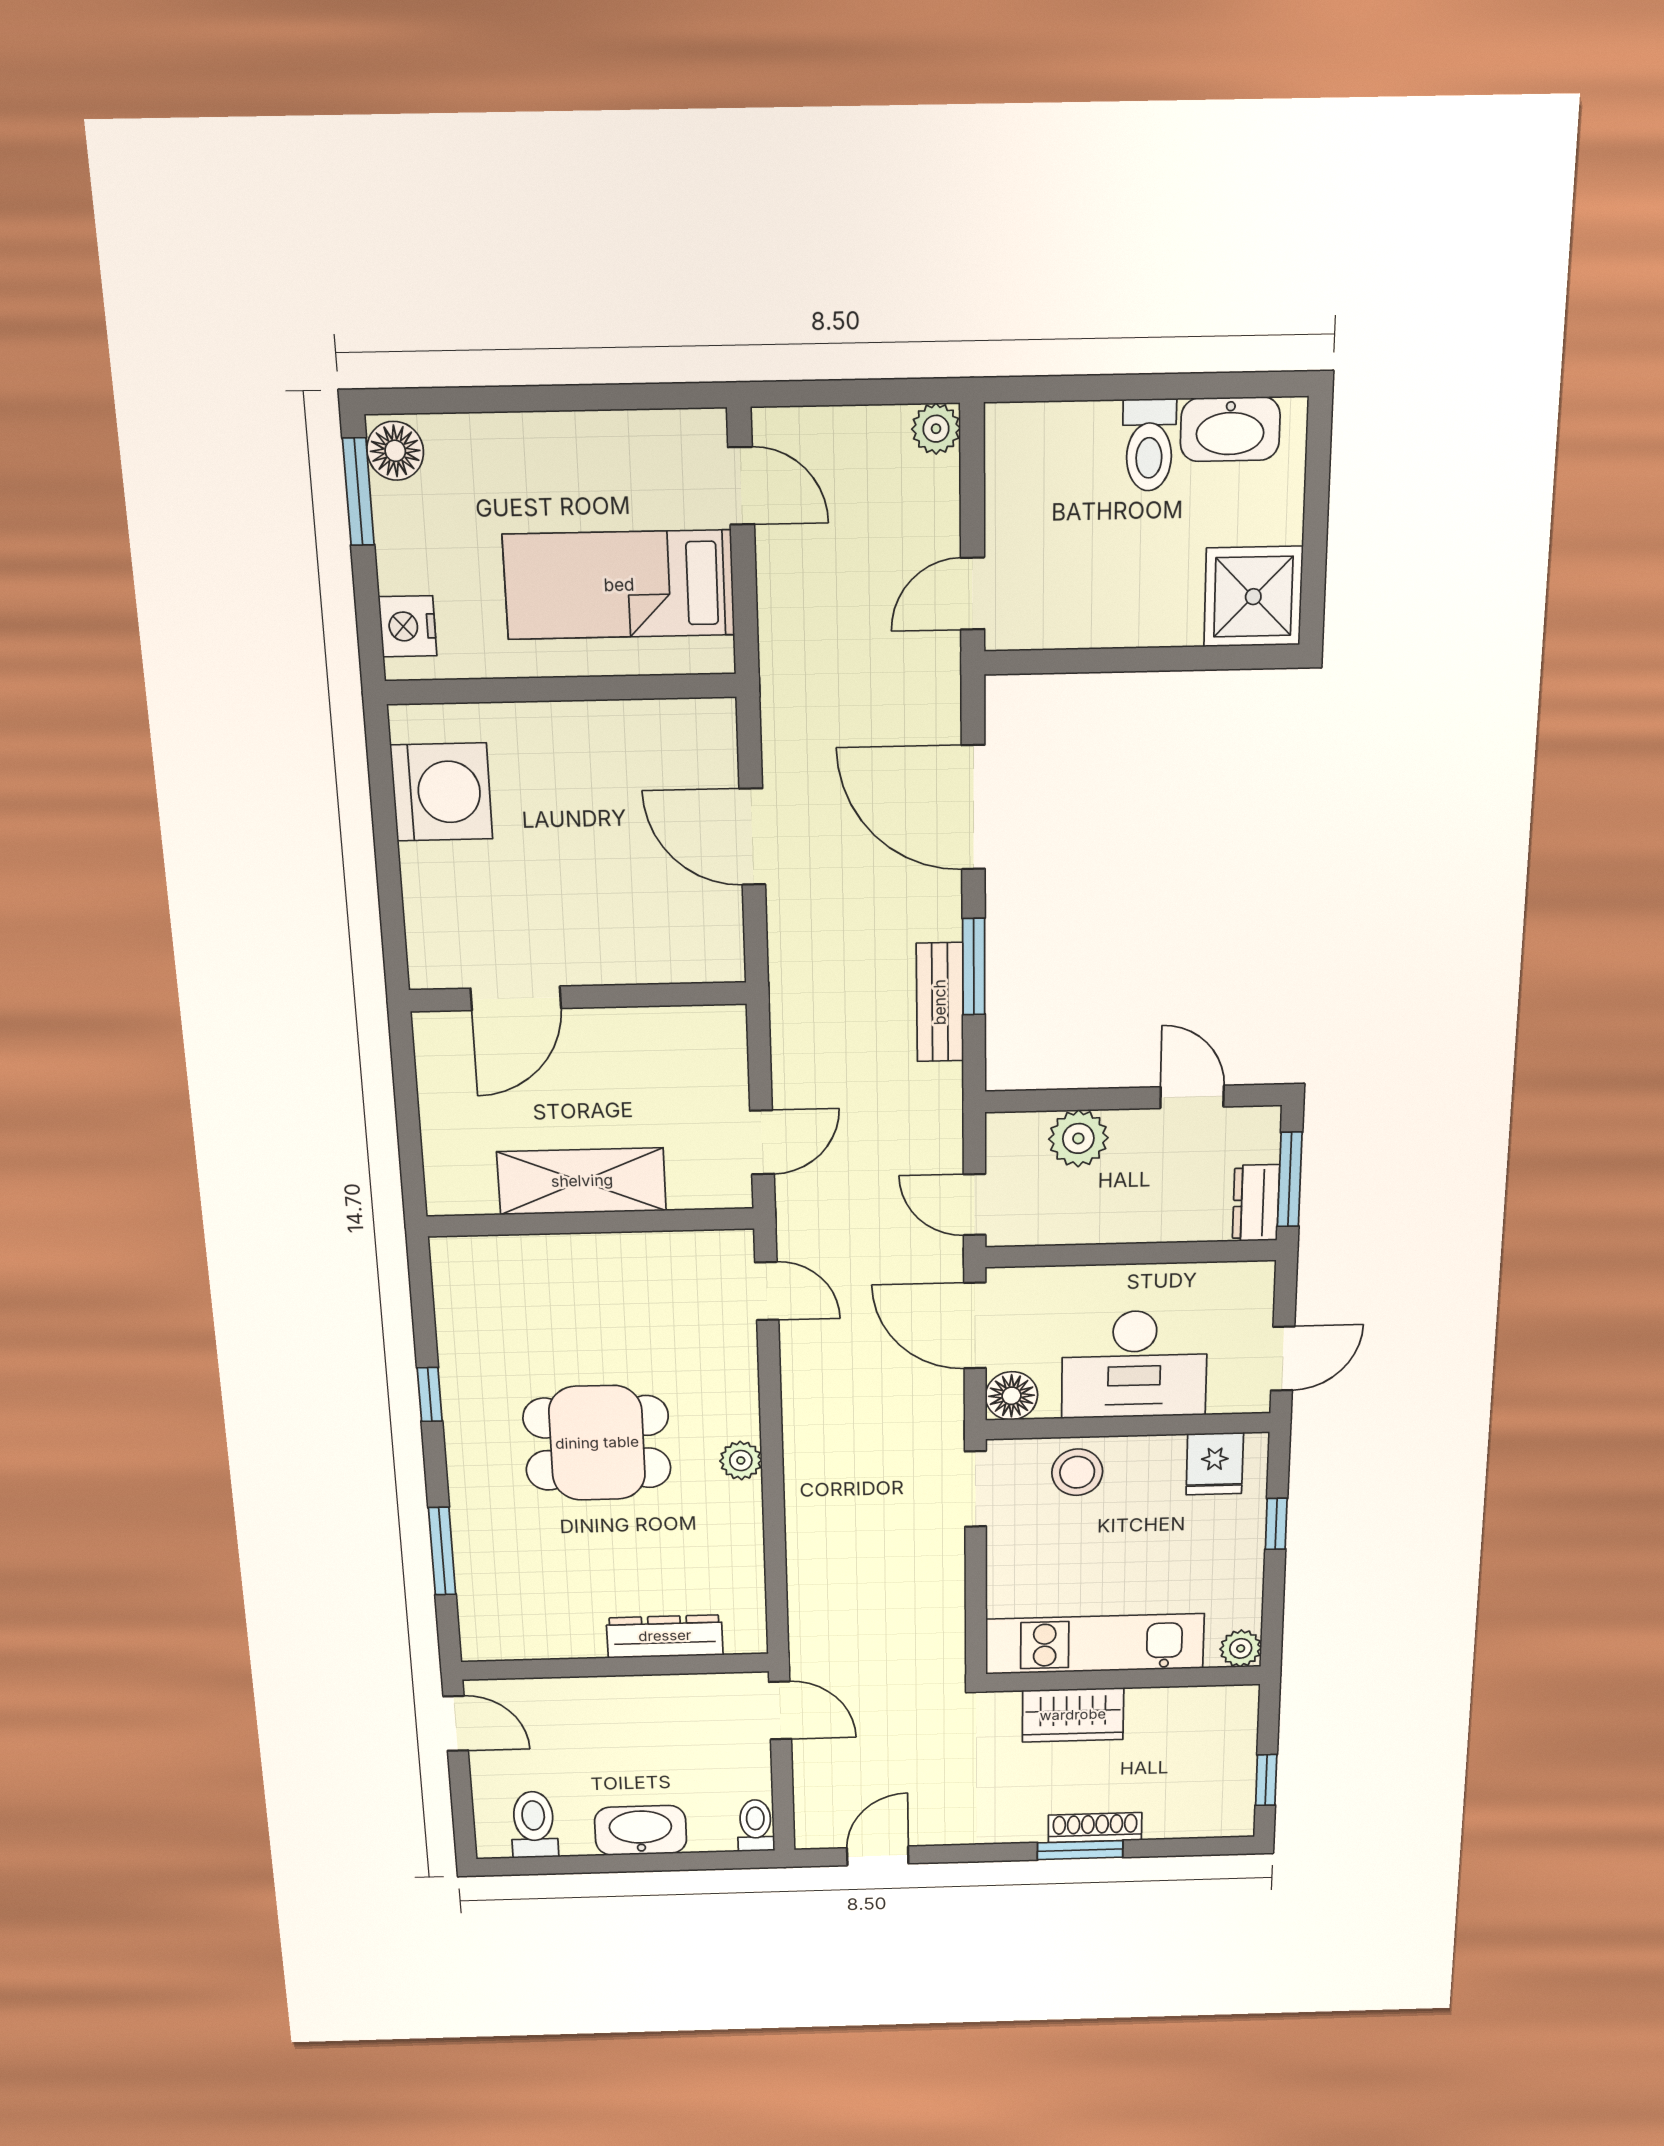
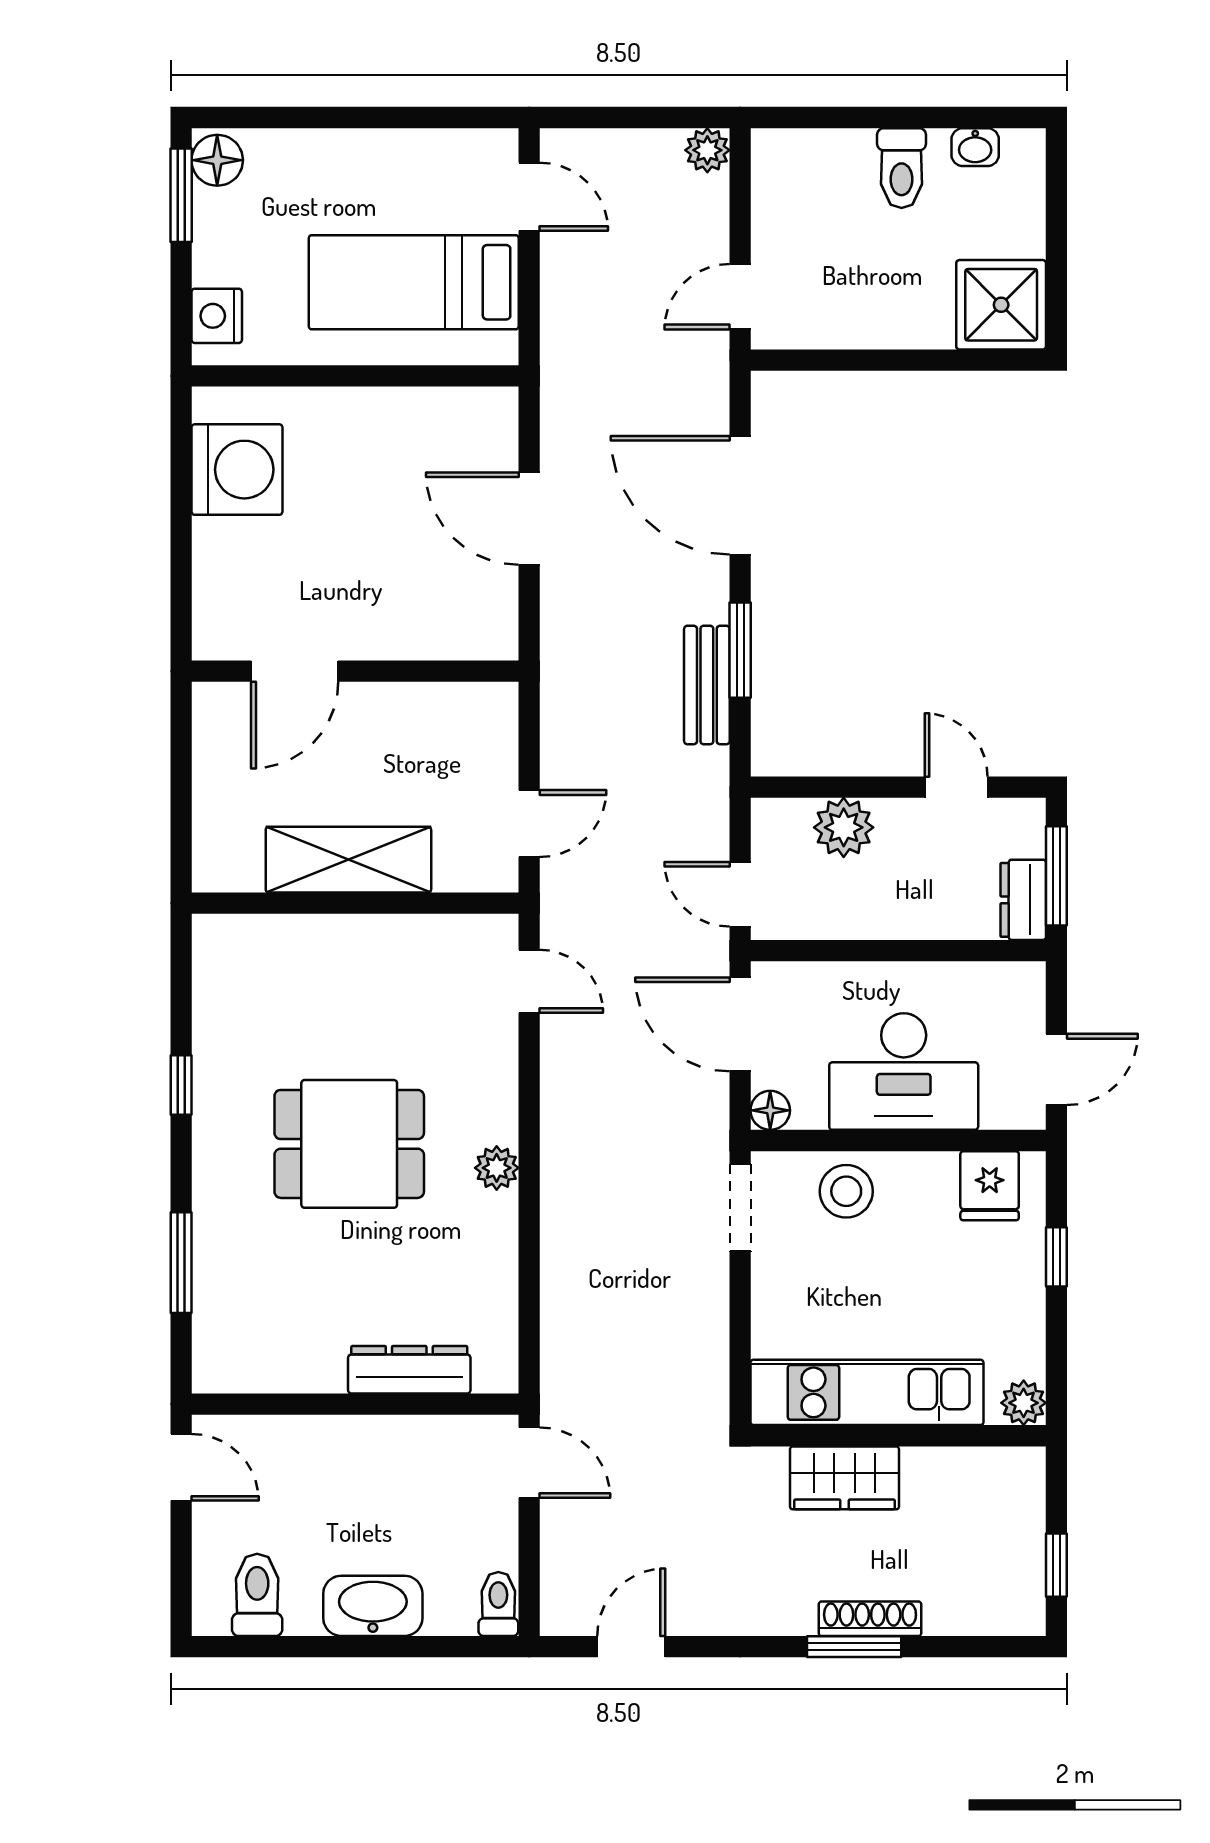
washbasin: (1230, 429) -> (975, 147), width x0.52, depth x0.69
floor lamp: (1011, 1396) -> (770, 1110), width x0.73, depth x0.73

